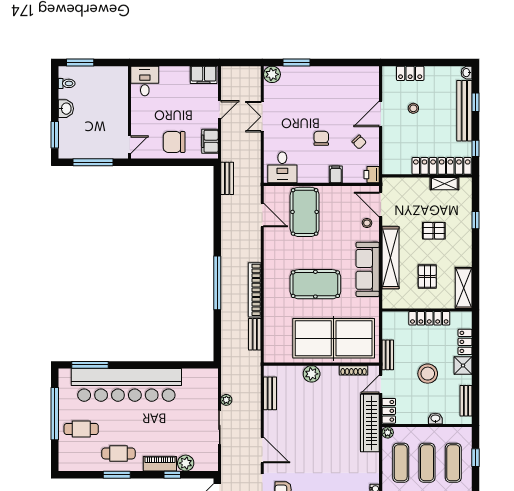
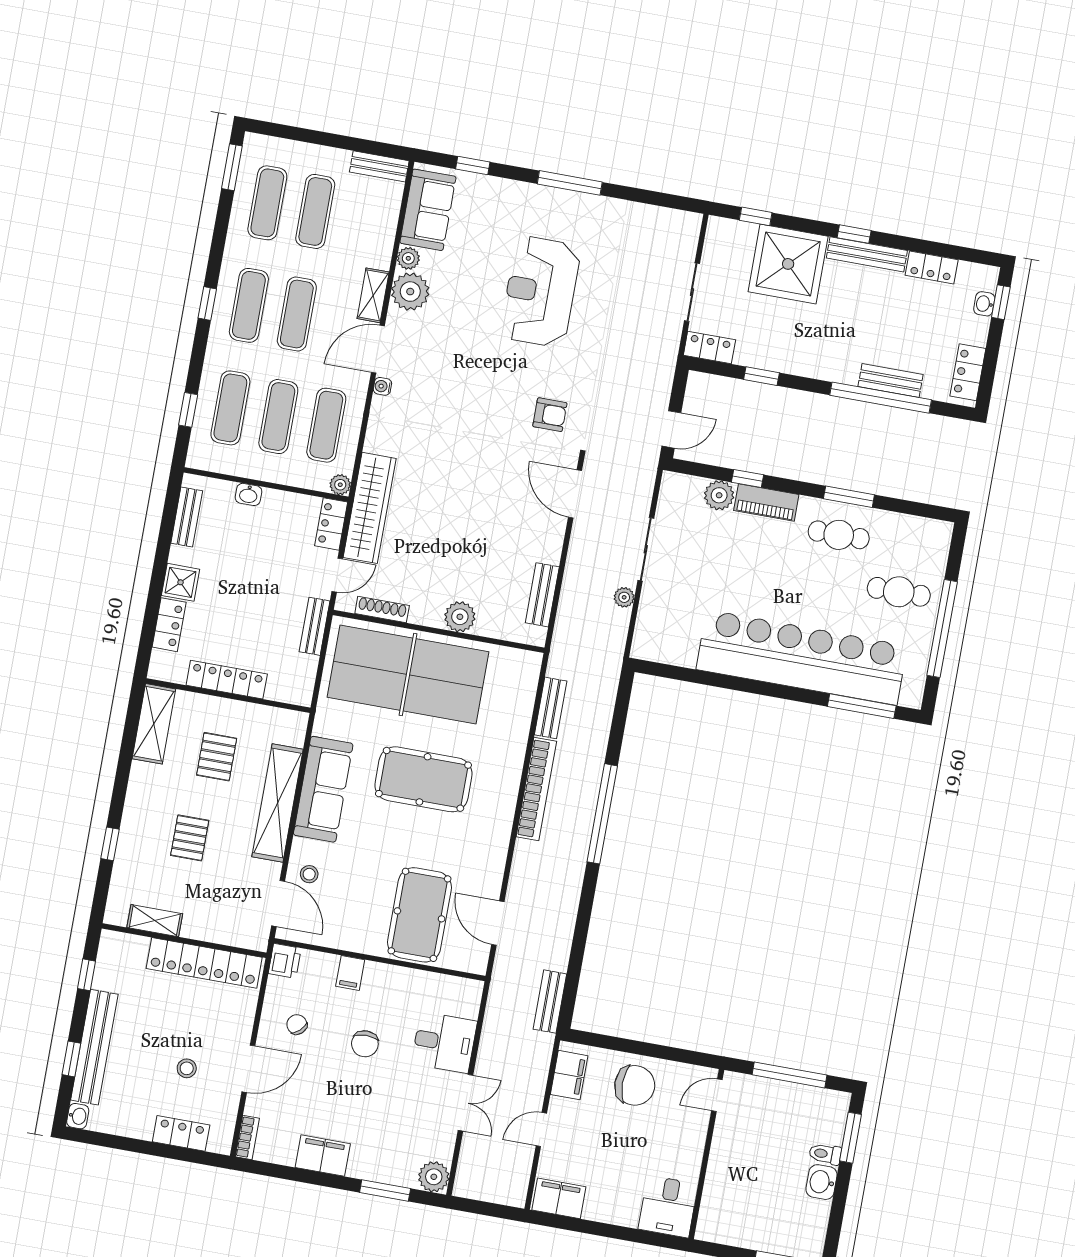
filing cabinet: (333, 75) -> (323, 1156), added
bookcase: (375, 77) -> (247, 1137), added
toilet: (67, 83) -> (825, 1154), moved
locker: (442, 166) -> (204, 963), moved
desk: (282, 167) -> (444, 1042), moved, turned 90
pallet: (434, 231) -> (190, 838), turned 90
stool: (428, 374) -> (248, 579), removed

